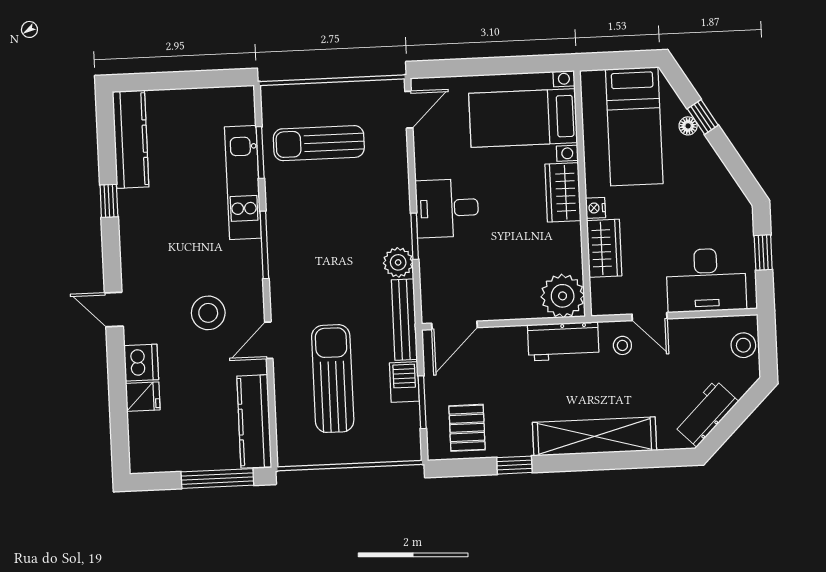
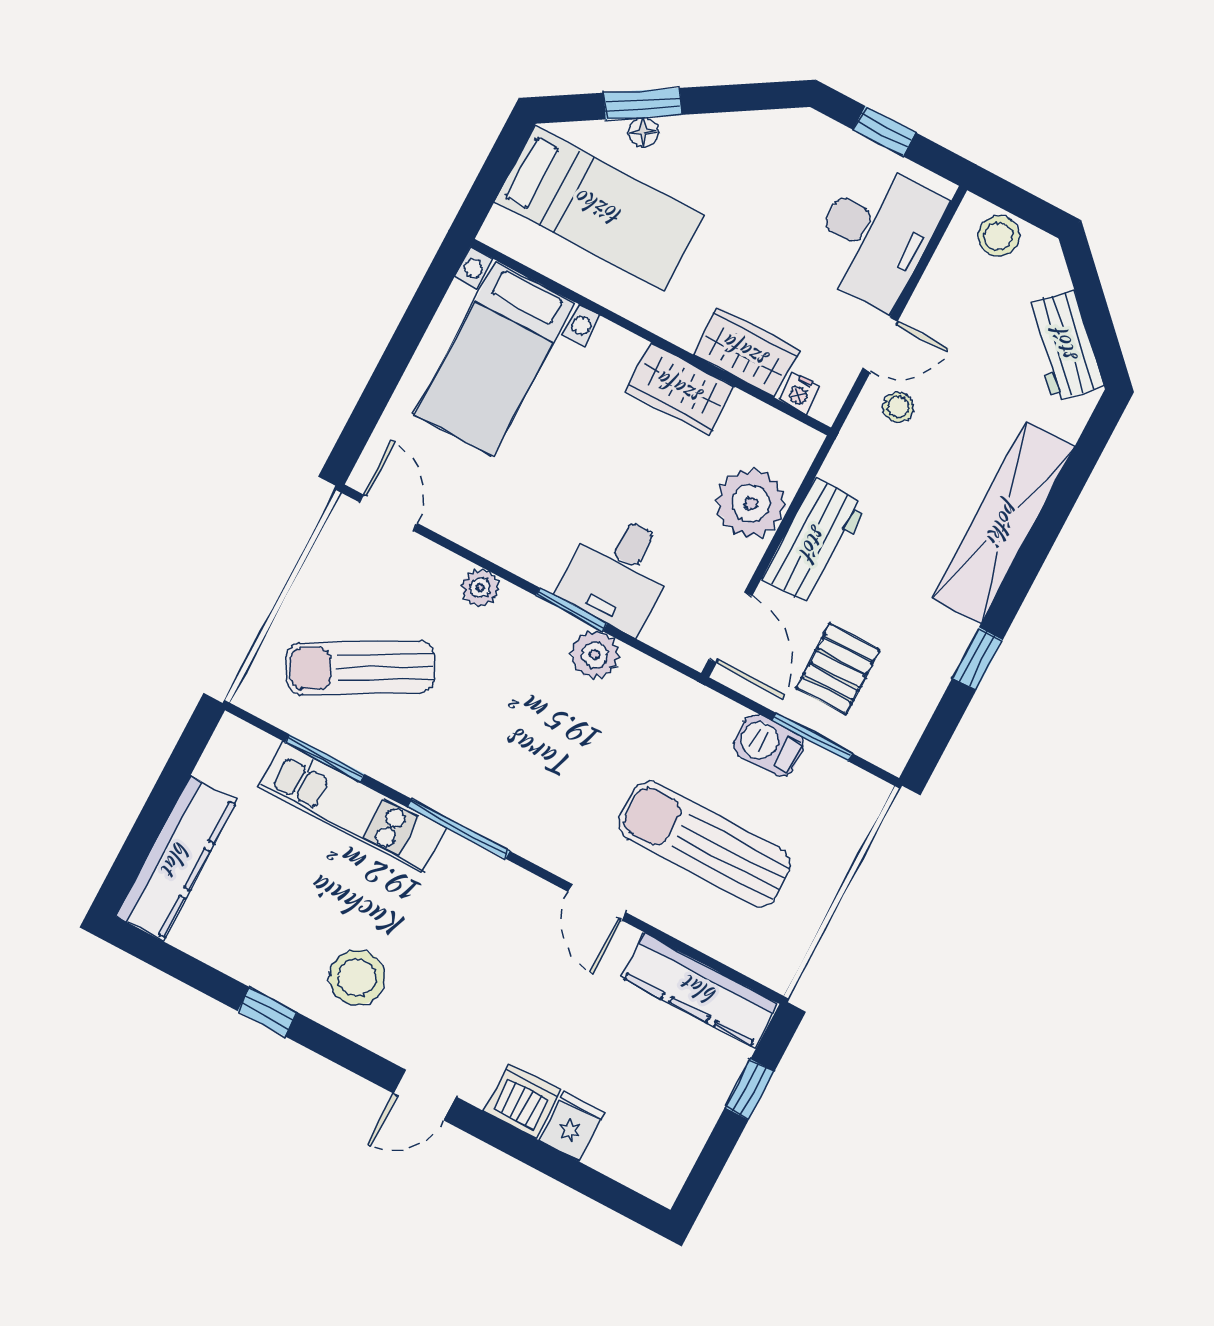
window: (703, 117) -> (643, 104), width x1.50
kitchen counter: (131, 139) -> (176, 858), moved, turned 90
sun lounger: (319, 143) -> (360, 667), turned 61
plant: (398, 181) -> (480, 588), added
wardrobe: (563, 192) -> (680, 389), moved
desk: (447, 208) -> (619, 572), moved
nightstand: (595, 208) -> (800, 393), moved
plant: (563, 296) -> (751, 503), moved
stool: (208, 313) -> (357, 977), moved
bench: (404, 320) -> (681, 693), removed
workbench: (563, 341) -> (814, 542), moved
pallet: (467, 428) -> (838, 669), moved, turned 90
window: (217, 479) -> (750, 1090), width x0.46

